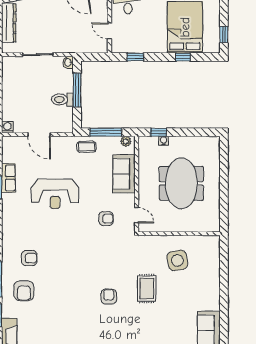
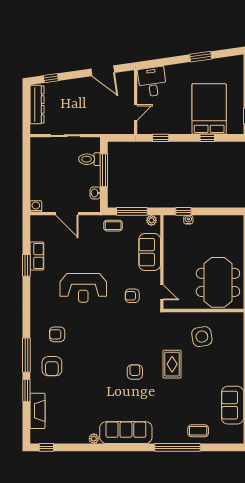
door: (110, 31) -> (136, 113), swing flipped
washbasin: (68, 62) -> (95, 193), moved
toilet: (62, 100) -> (89, 159), moved
meeting table: (181, 183) -> (218, 282), moved
reception desk: (55, 194) -> (83, 288), moved
armchair: (106, 219) -> (132, 296), turned 180
armchair: (29, 258) -> (57, 334), turned 180

